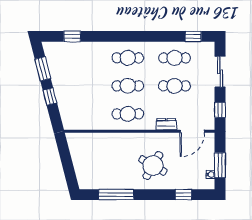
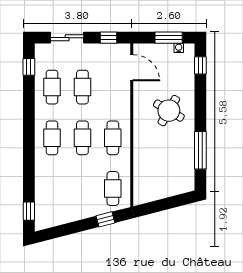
window: (72, 36) -> (29, 211), moved
window: (43, 69) -> (64, 230), removed
window: (50, 97) -> (105, 219), moved
cafe table: (81, 114) -> (113, 189), added
dresser: (166, 124) -> (124, 96), removed
window: (183, 195) -> (200, 65), moved

